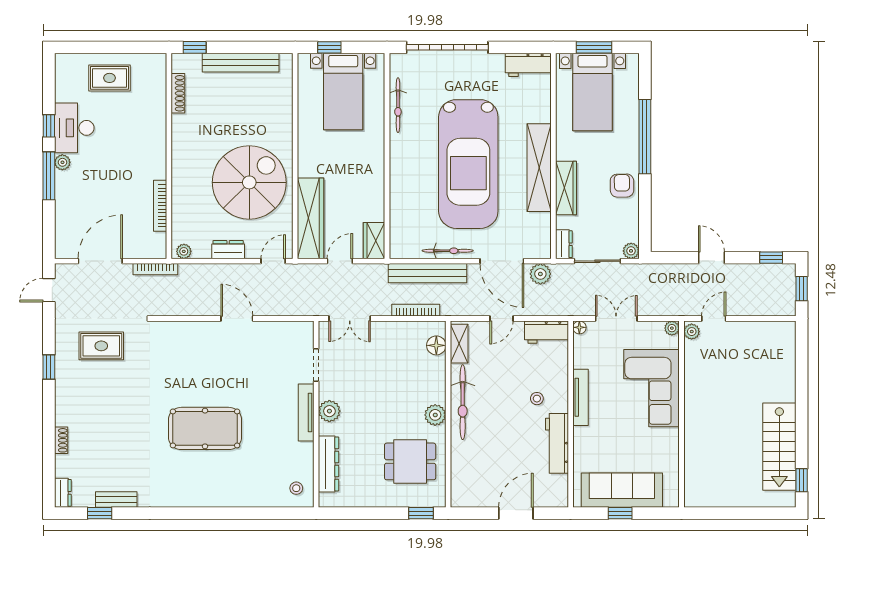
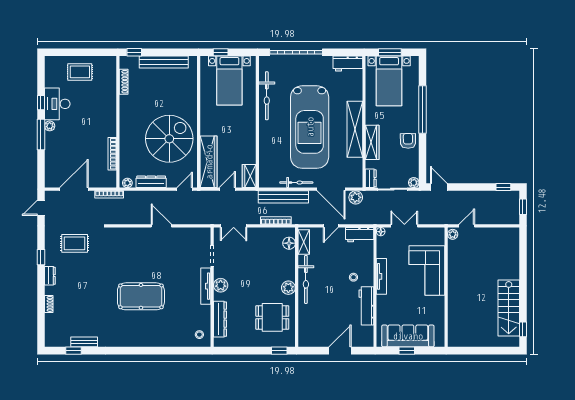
bicycle: (398, 105) -> (267, 96), width x1.37, depth x1.40
dresser: (228, 250) -> (151, 182), width x1.44
door: (712, 258) -> (439, 187), moved
plant: (672, 328) -> (440, 232), removed
dresser: (63, 493) -> (50, 276), moved

